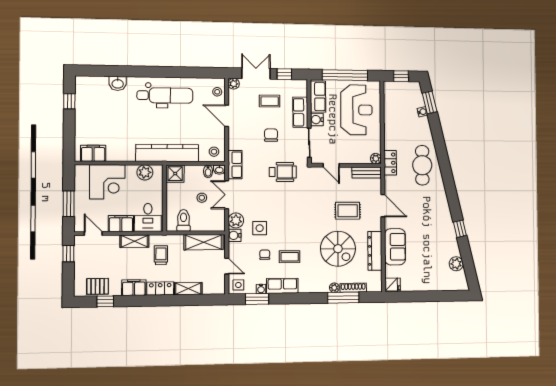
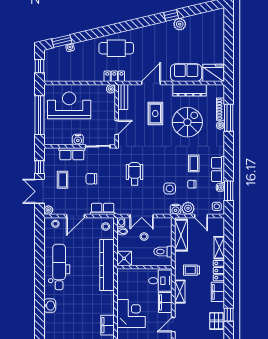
row of seats: (318, 97) -> (58, 139), removed
row of seats: (235, 165) -> (103, 209), moved
plant: (145, 172) -> (123, 283), removed
wheelchair: (283, 172) -> (135, 174), moved
plant: (236, 220) -> (188, 208), moved
plant: (456, 264) -> (180, 24), moved
door: (227, 266) -> (201, 216), swing flipped
fridge: (393, 284) -> (213, 73), width x1.88, depth x1.34

